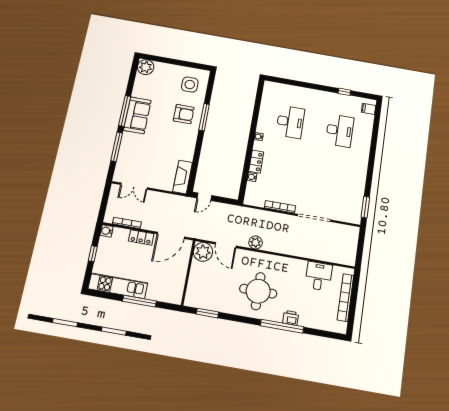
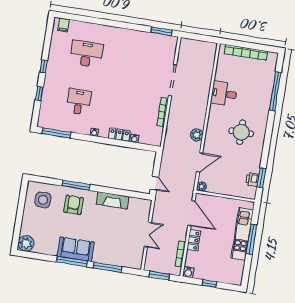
window: (298, 84) -> (39, 93), added
window: (344, 92) -> (44, 66), moved
window: (258, 99) -> (56, 133), added
desk: (290, 122) -> (79, 102), width x0.73
fireplace: (183, 177) -> (113, 200), moved
double door: (134, 186) -> (148, 235), moved
window: (105, 200) -> (159, 276), added
plant: (203, 252) -> (202, 187), width x0.53, depth x0.53
desk: (319, 276) -> (224, 94), moved
kitchen unit: (118, 286) -> (242, 234), moved
round table: (258, 291) -> (241, 132), width x0.73, depth x0.73
printer: (291, 318) -> (252, 179), moved
window: (282, 326) -> (275, 91), moved

